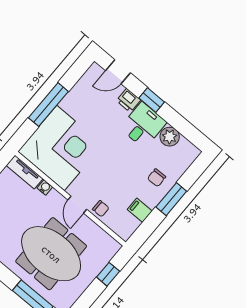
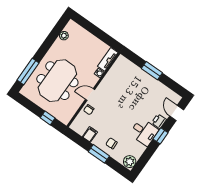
window: (48, 105) -> (152, 71), width x0.69
plant: (170, 137) -> (130, 162), moved
corner desk: (61, 148) -> (125, 81), removed

